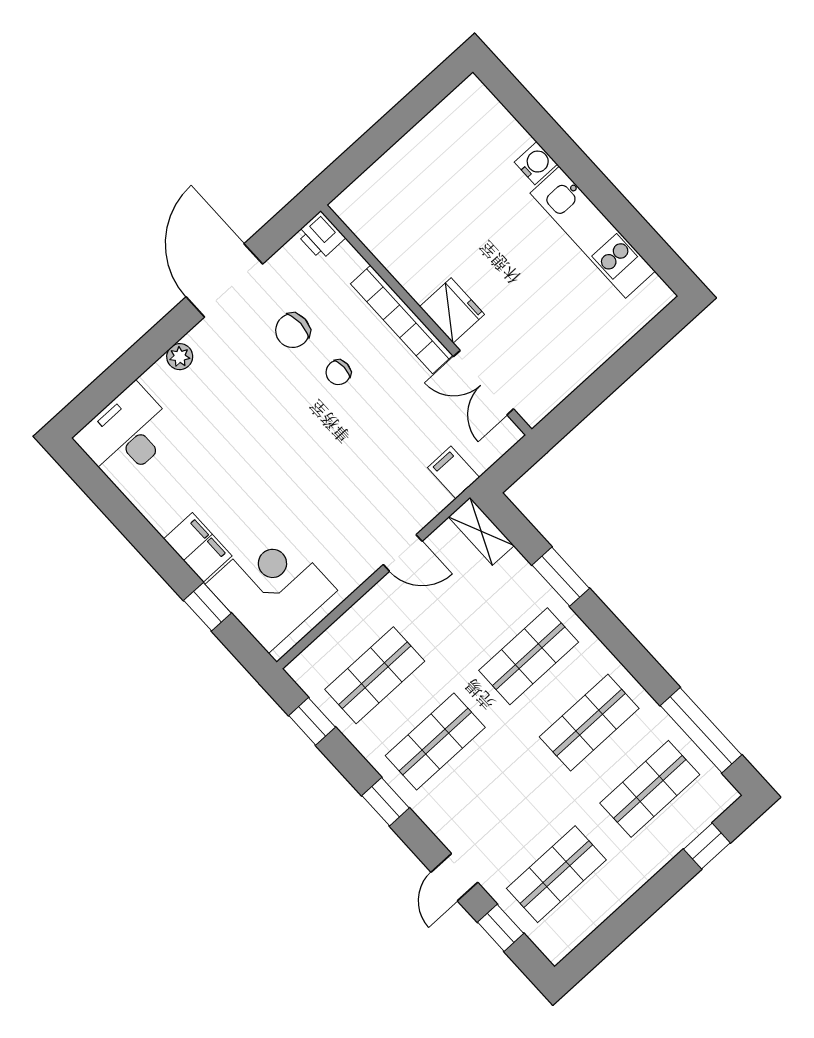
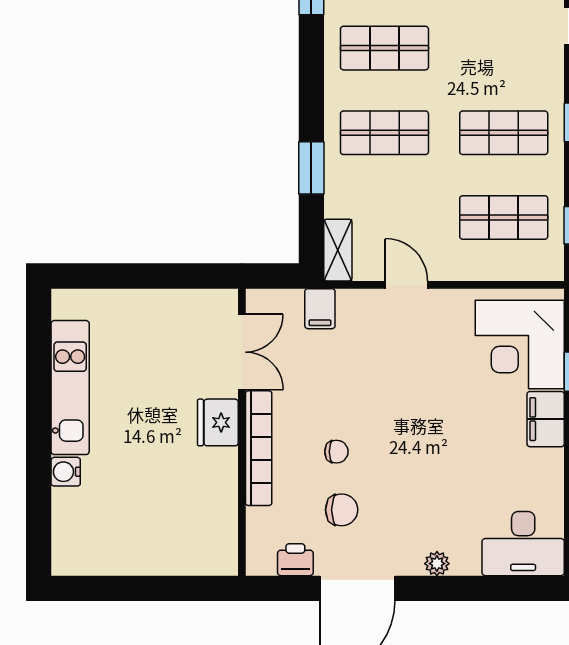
printer: (321, 236) -> (295, 560), moved, turned -90

